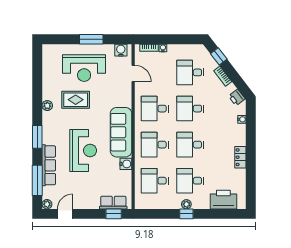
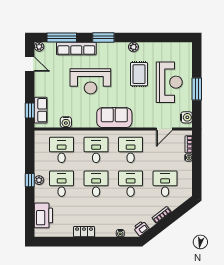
window: (219, 56) -> (181, 211), removed
reception desk: (84, 68) -> (169, 82), turned 180
sofa: (121, 132) -> (114, 118), width x0.73
water cooler: (126, 164) -> (66, 122), moved

